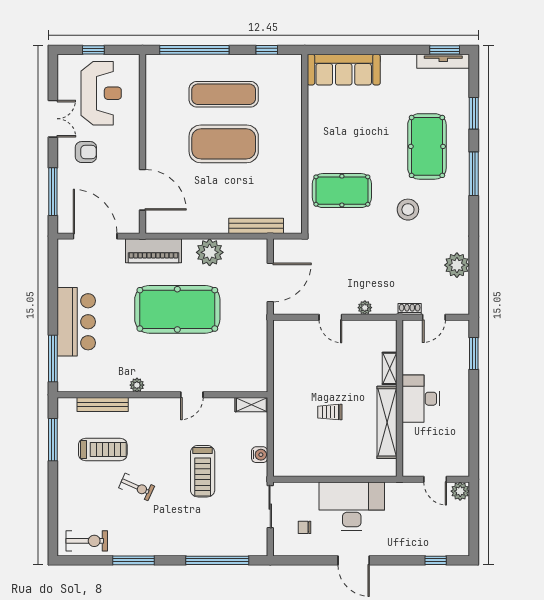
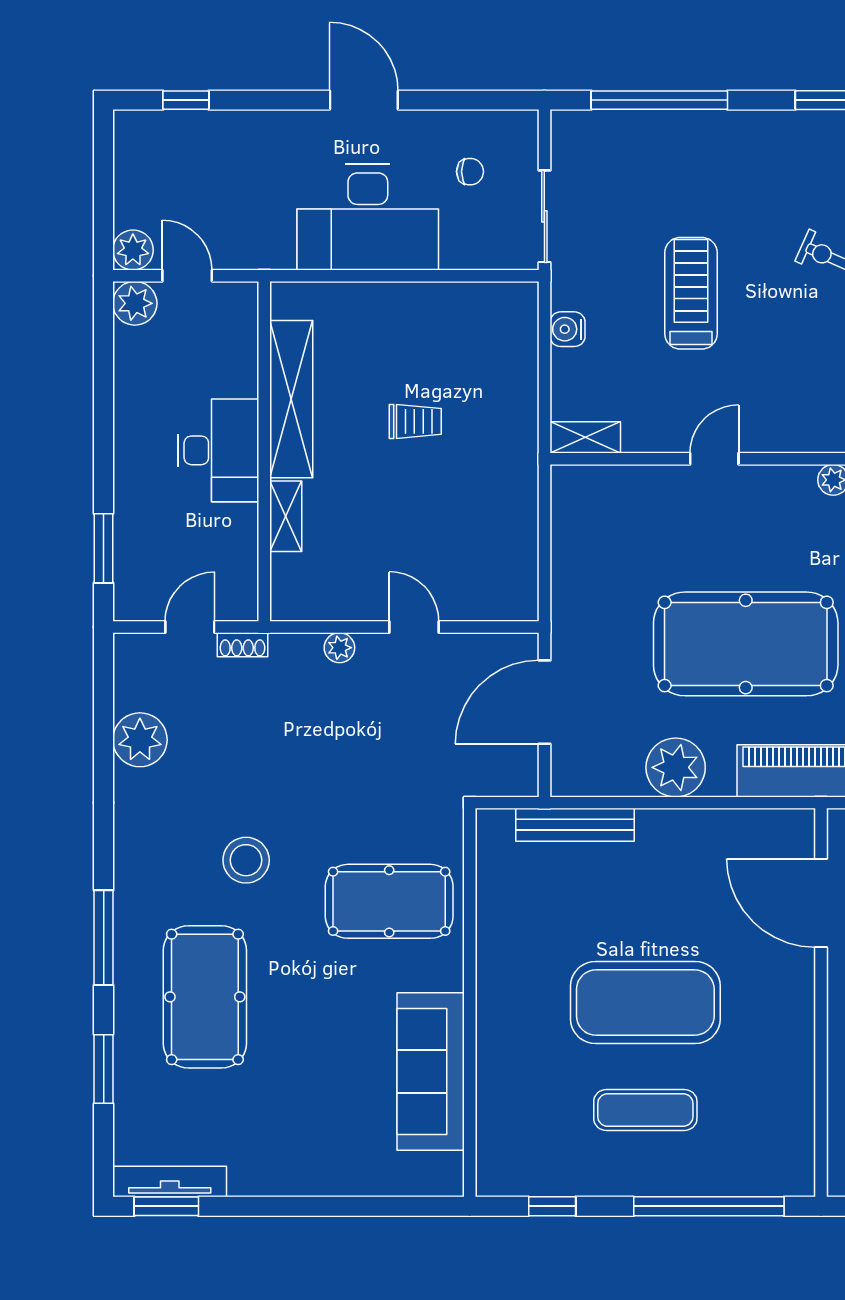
sofa: (344, 70) -> (431, 1072), moved, turned -90
exercise mat: (224, 94) -> (645, 1110), width x0.73, depth x0.69
plant: (459, 467) -> (135, 303), added

